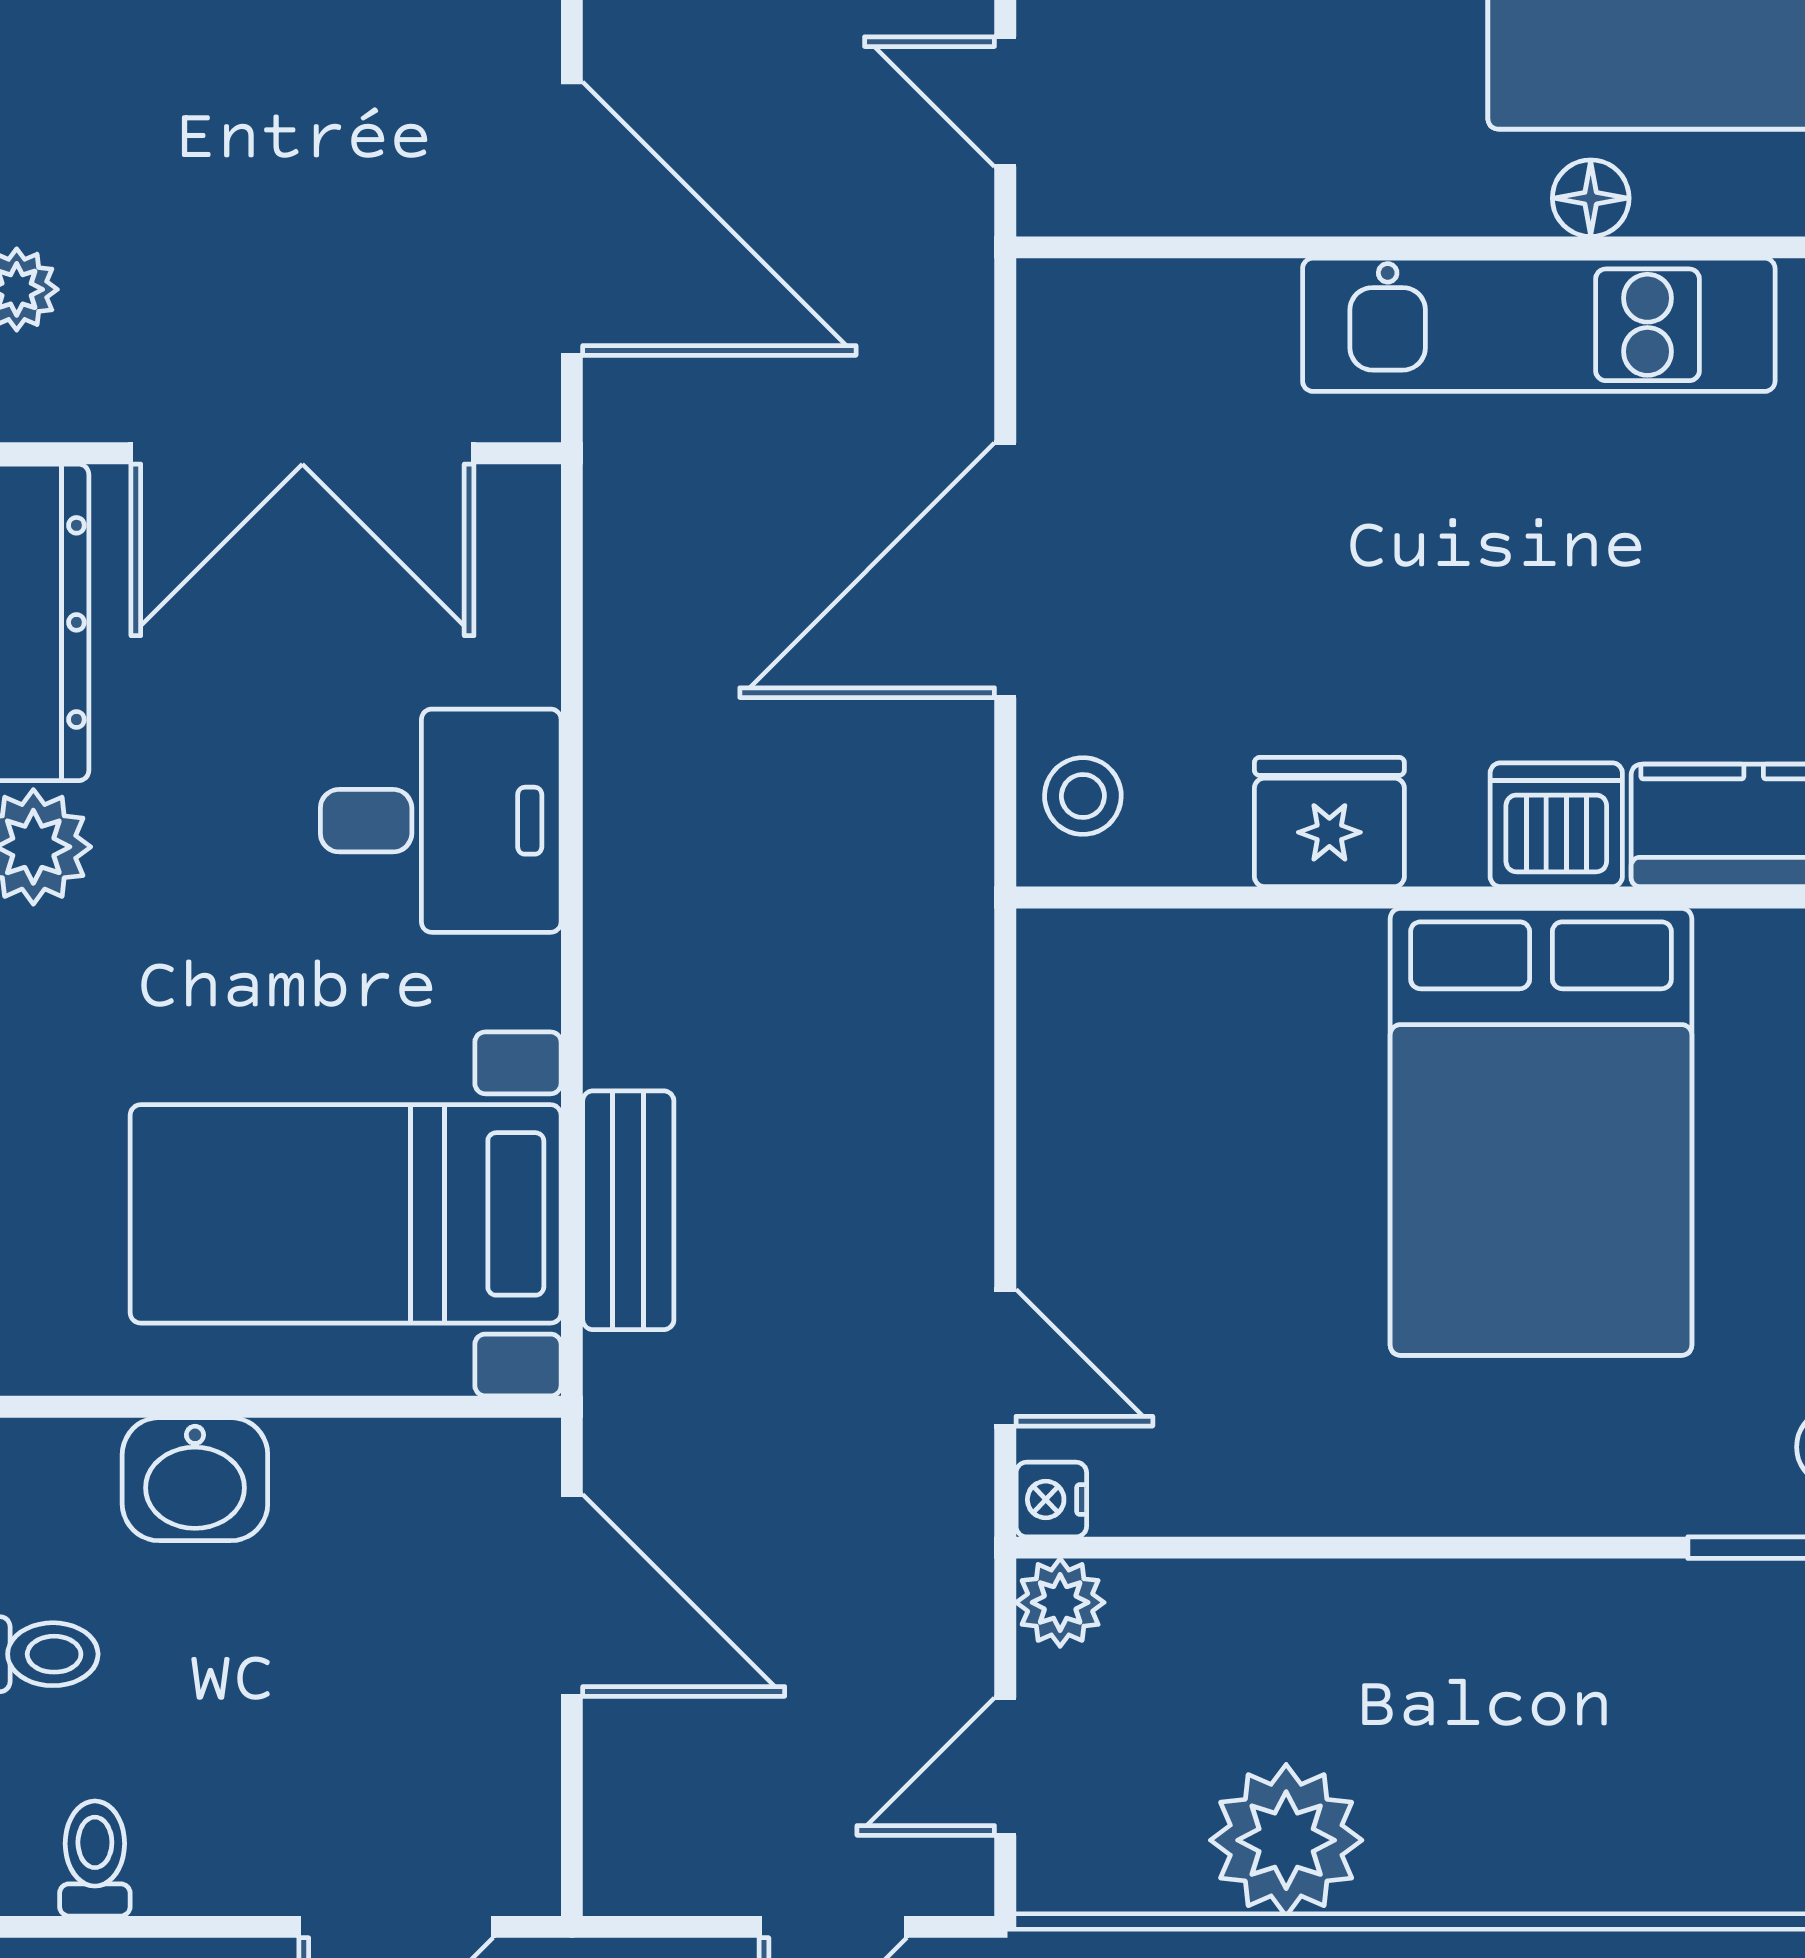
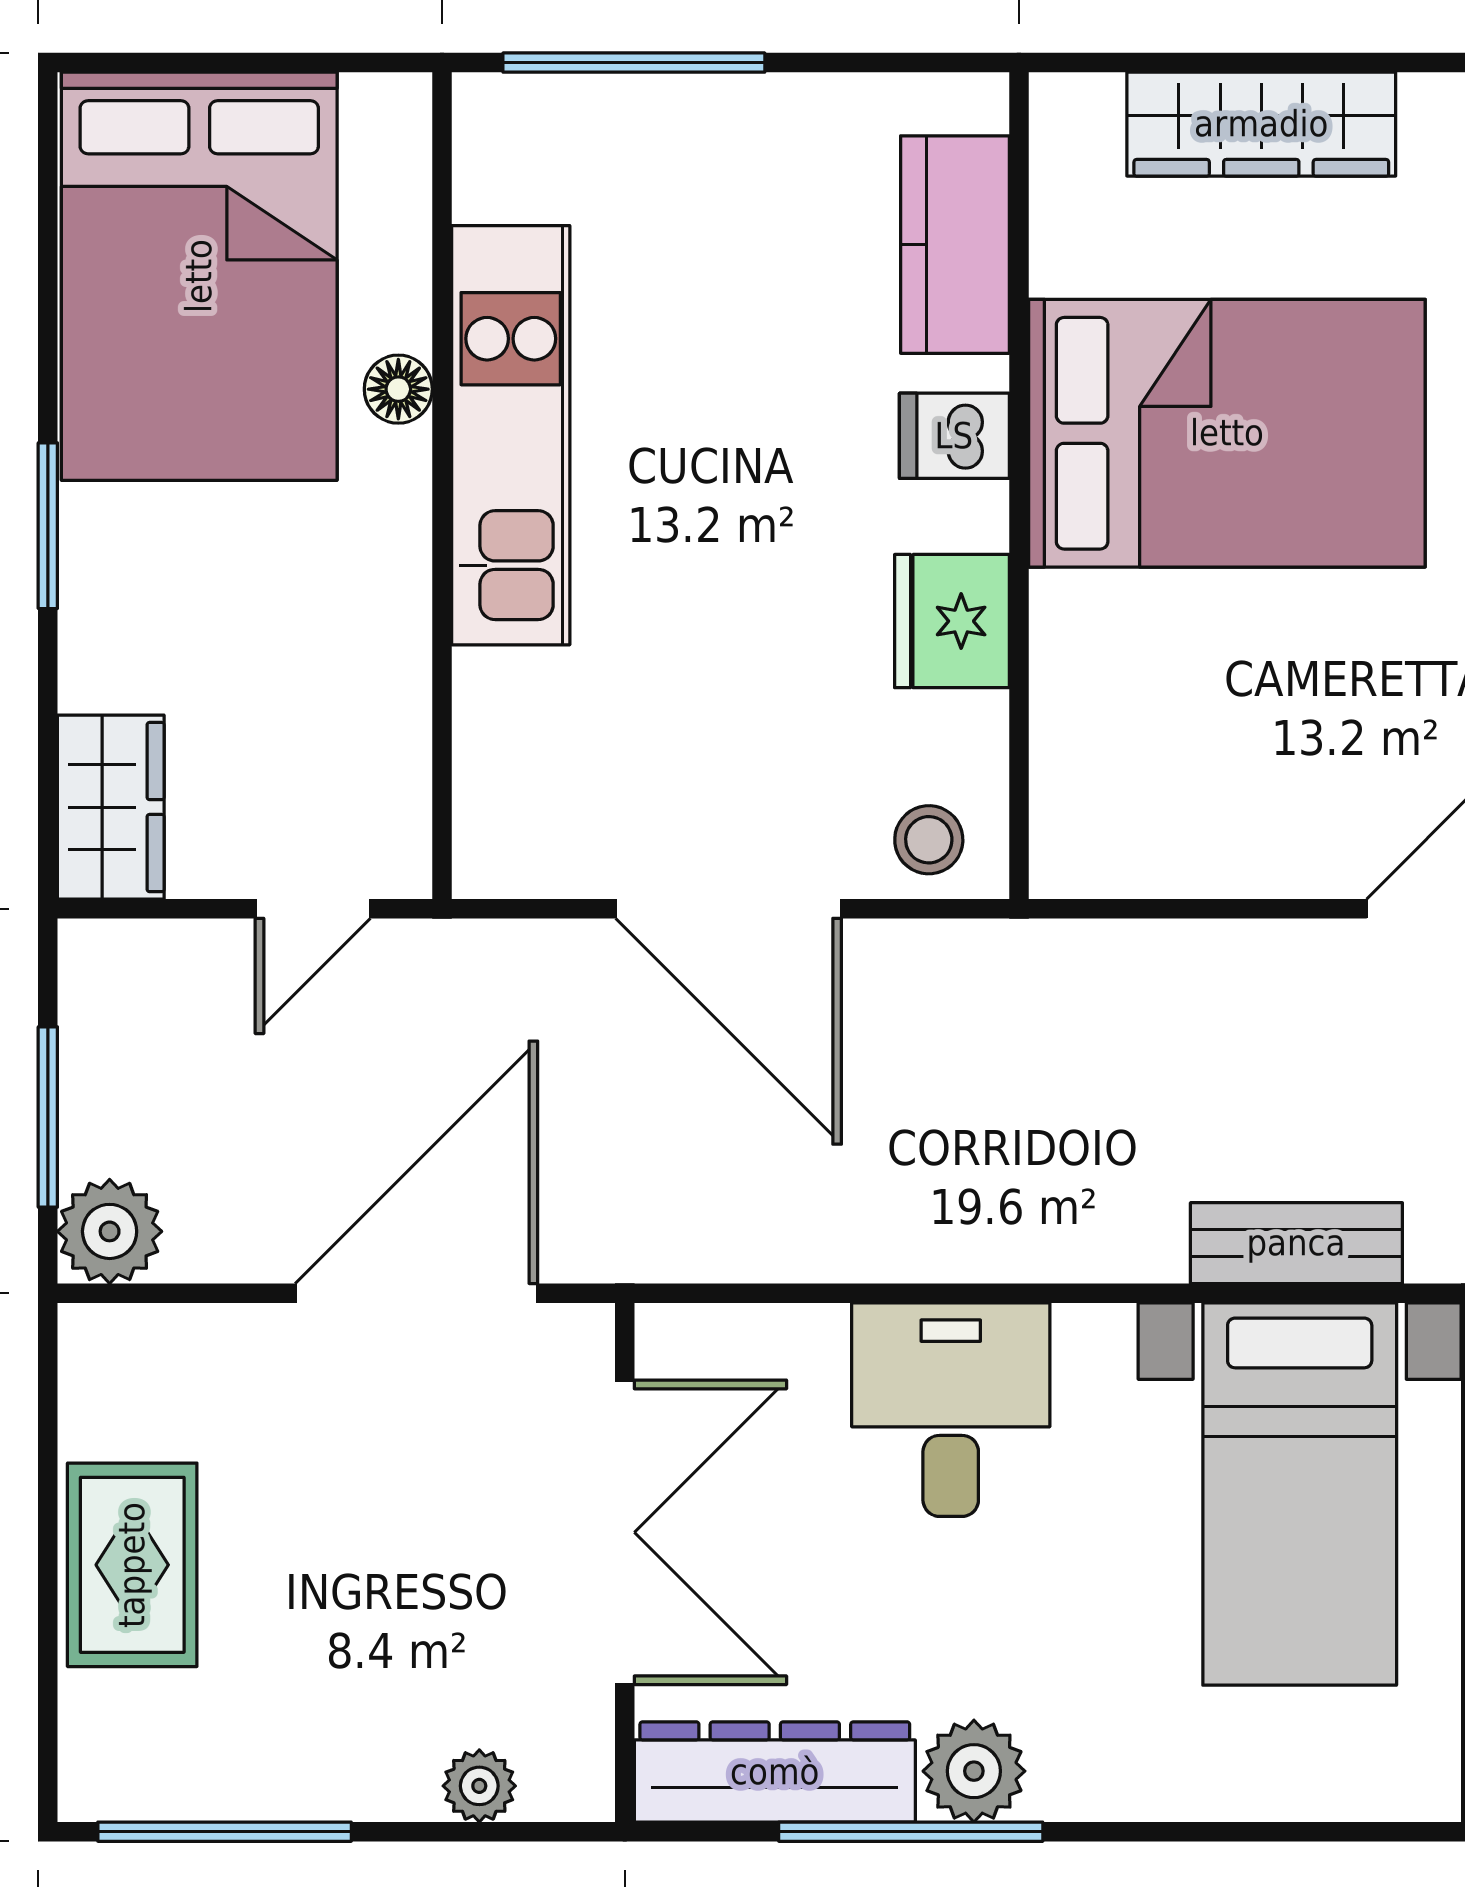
dishwasher: (1556, 825) -> (954, 436), width x0.73

